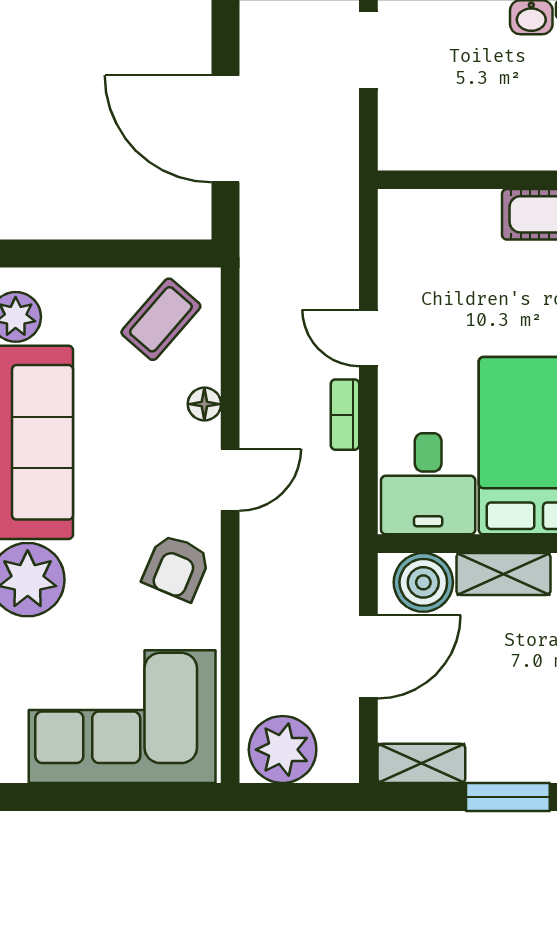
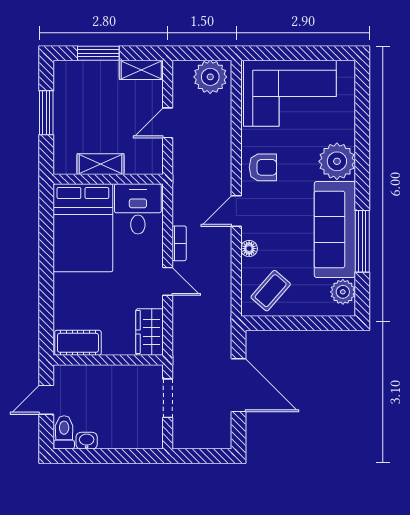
doorway: (368, 50) -> (168, 398), moved
wardrobe: (405, 236) -> (149, 332), added
armchair: (176, 567) -> (263, 167), turned 67
boiler: (423, 582) -> (140, 160), removed
door: (368, 657) -> (168, 123), width x0.73

